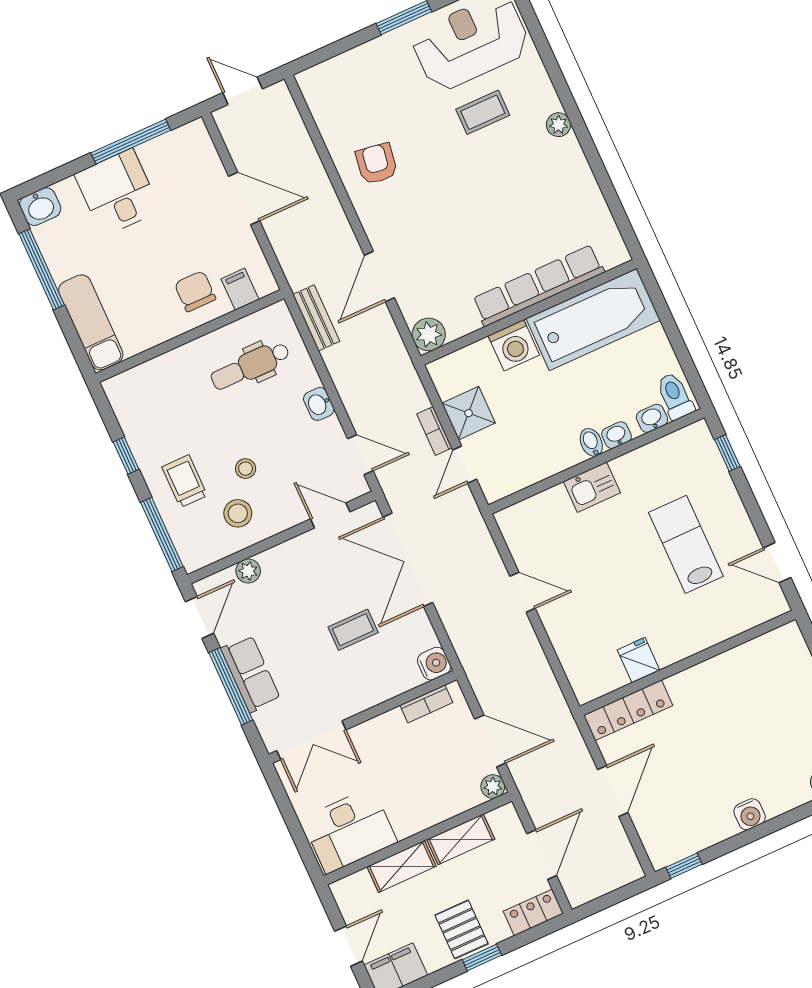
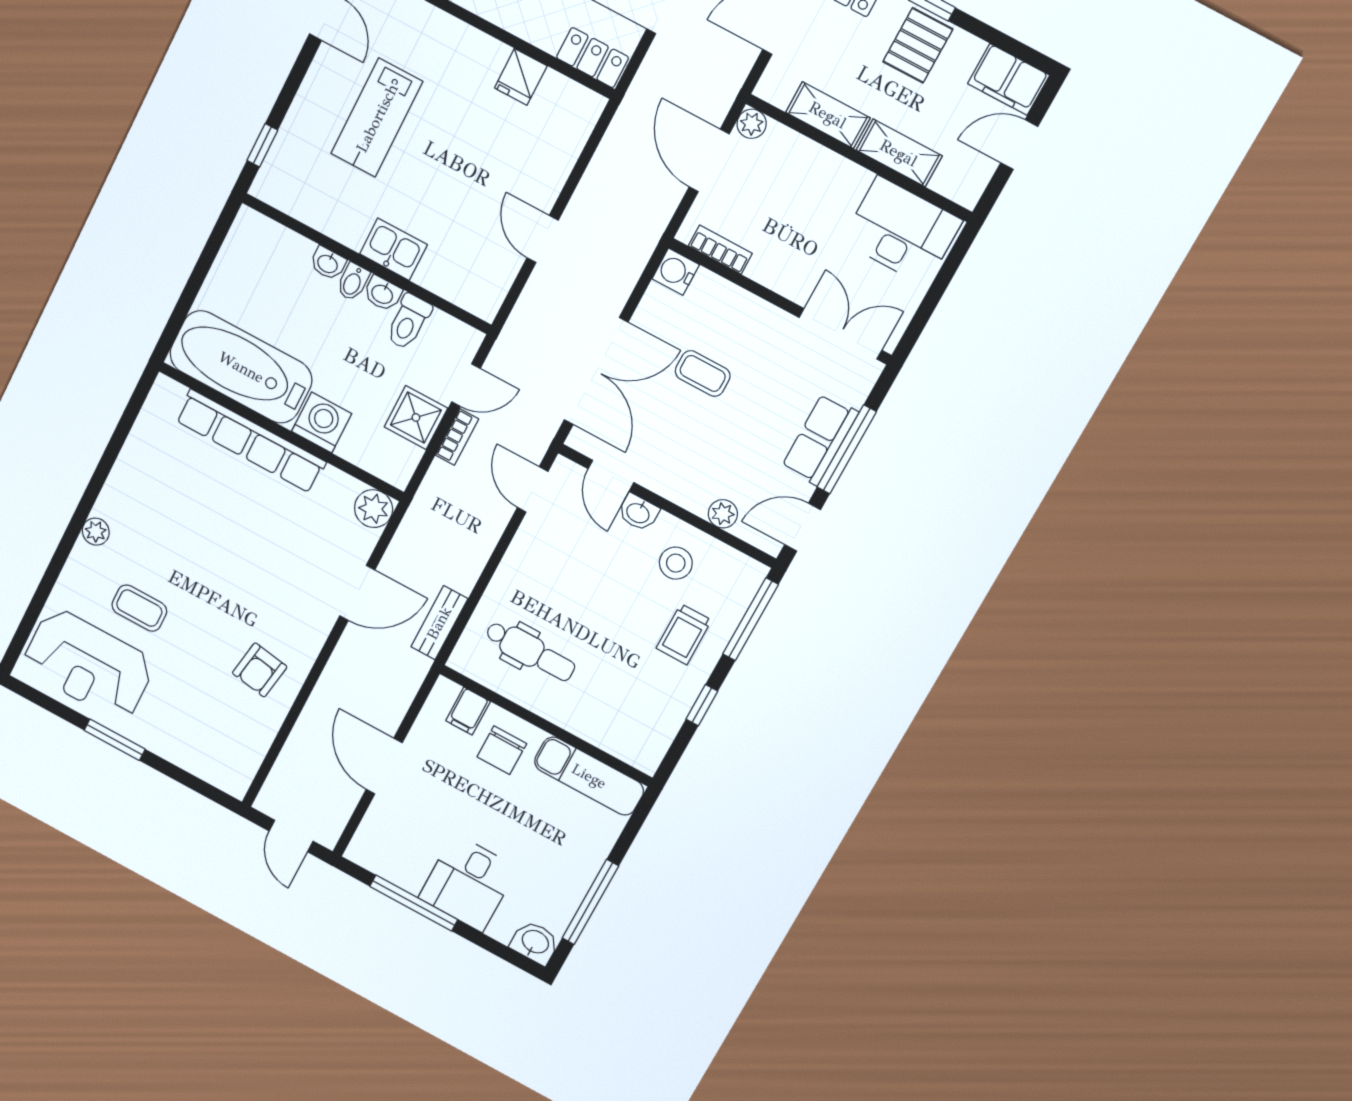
exam couch: (91, 322) -> (589, 776), moved, turned -90
toilet: (675, 396) -> (408, 322), moved
washbasin: (319, 404) -> (638, 512), moved, turned 90
washbasin: (652, 418) -> (383, 294), moved
stool: (246, 469) -> (628, 586), removed
locker: (628, 710) -> (593, 58), width x0.66

